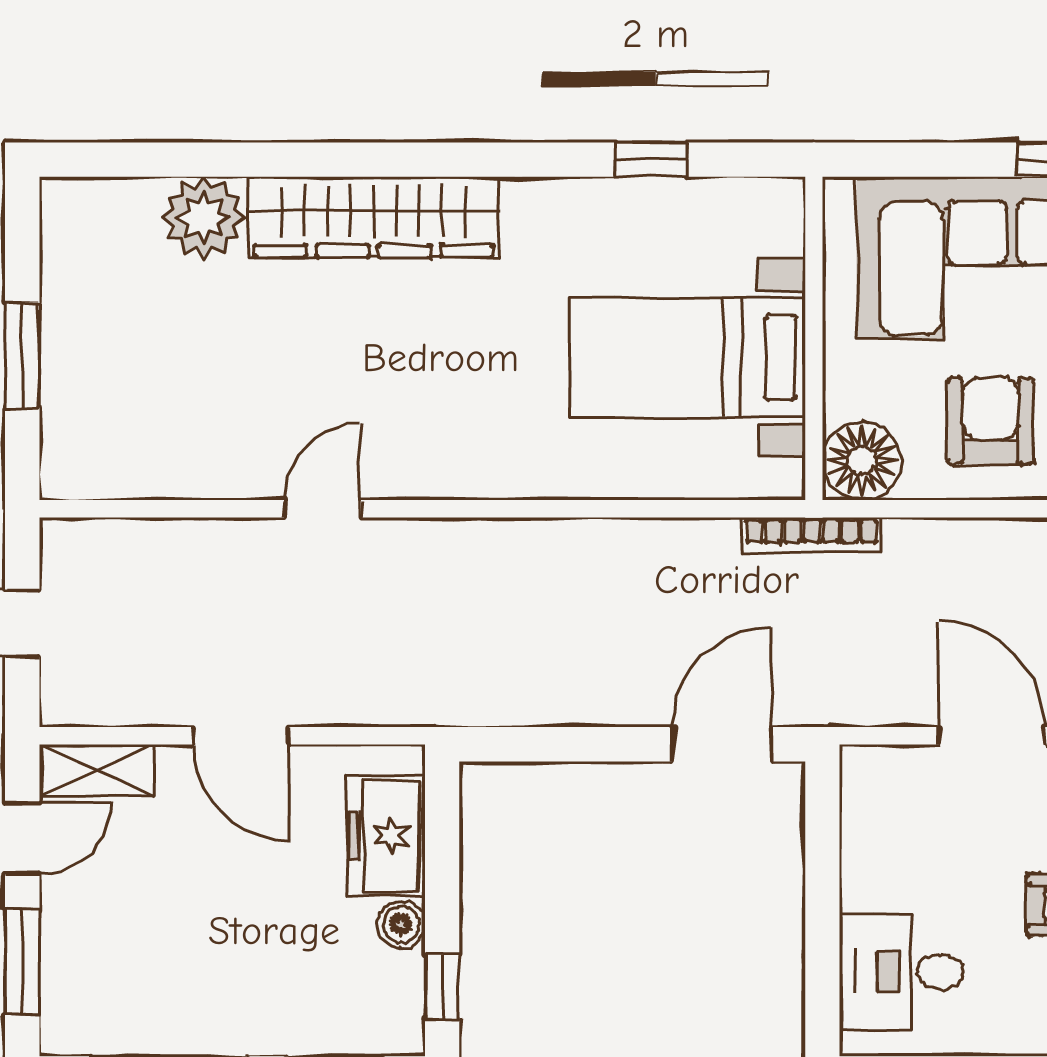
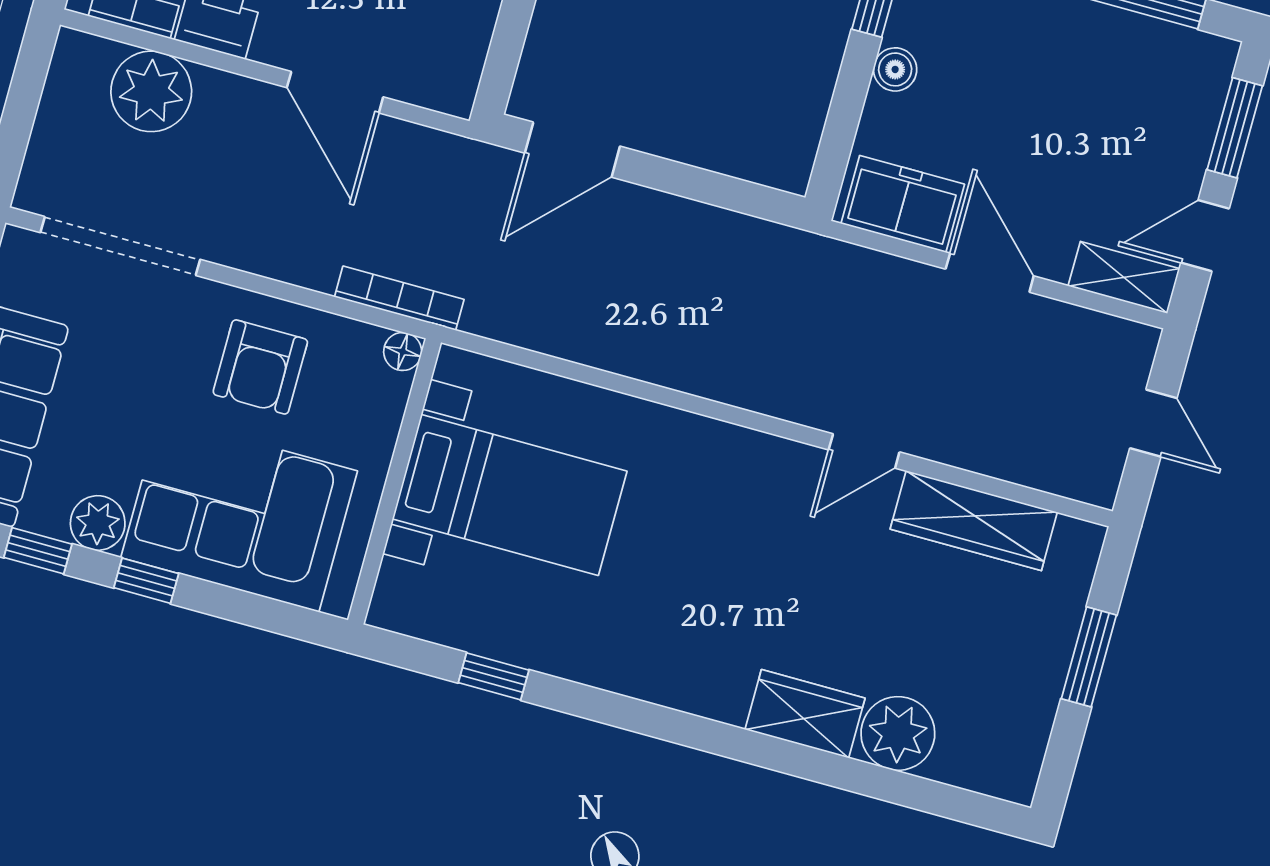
wardrobe: (374, 217) -> (805, 714), width x0.48, depth x0.85
floor lamp: (862, 461) -> (403, 351), width x0.53, depth x0.53
wardrobe: (185, 467) -> (974, 521), added
bookcase: (812, 535) -> (399, 298), moved
freezer: (386, 836) -> (903, 204), moved, turned -90

